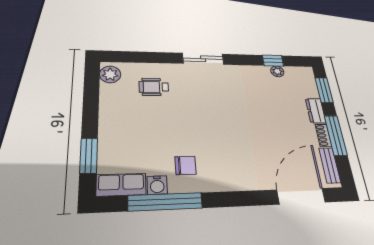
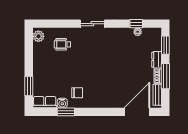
window: (165, 202) -> (66, 112), width x0.47

